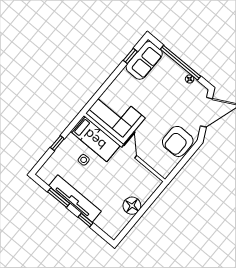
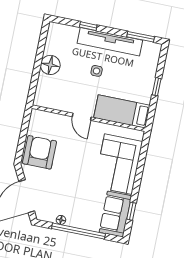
corner sofa: (115, 116) -> (118, 164), moved, turned 90
side table: (84, 160) -> (97, 71), moved
window: (59, 198) -> (141, 37), moved

